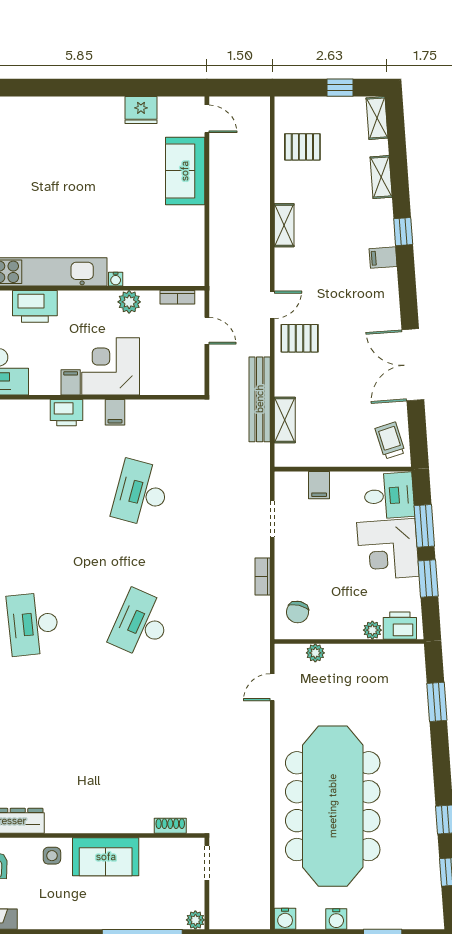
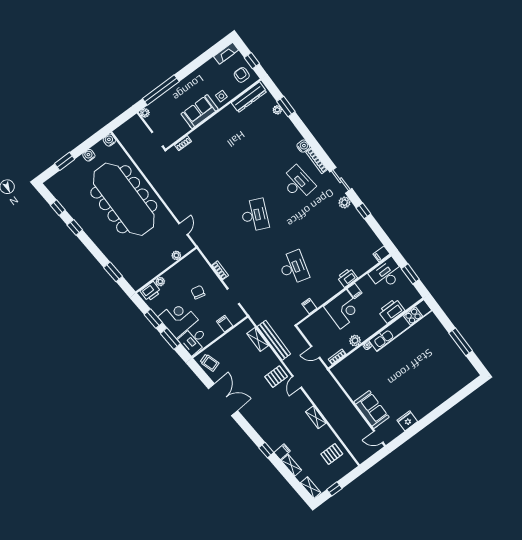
filing cabinet: (383, 258) -> (282, 452), moved
filing cabinet: (115, 412) -> (309, 306), moved
chair: (298, 612) -> (198, 292), moved

